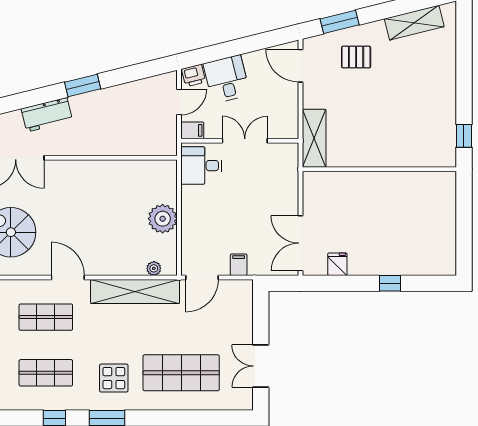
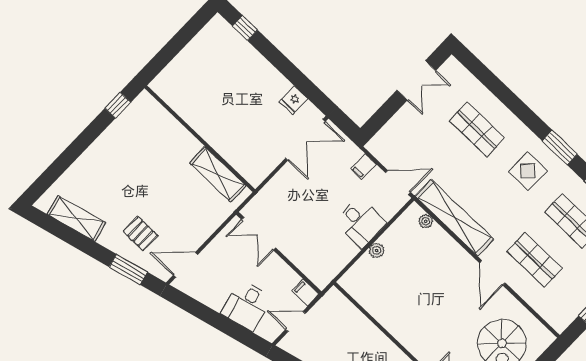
door: (301, 66) -> (185, 265), swing flipped
printer: (194, 75) -> (267, 330), removed
shelving: (314, 138) -> (218, 174), moved, turned 90
double door: (245, 141) -> (259, 234), moved
desk: (201, 166) -> (361, 222), moved
plant: (163, 219) -> (377, 251), width x0.53, depth x0.53
window: (390, 283) -> (245, 28), moved
shop shelf: (181, 373) -> (477, 129), width x0.70, depth x0.74

